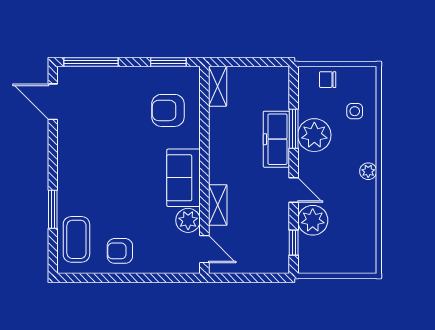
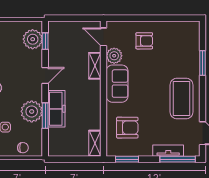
tv unit: (105, 75) -> (168, 151), added
door: (294, 190) -> (45, 76), swing flipped
plant: (313, 220) -> (33, 39), moved
coffee table: (76, 239) -> (182, 99), moved, width x1.36, depth x1.32
armchair: (120, 251) -> (144, 41), moved

